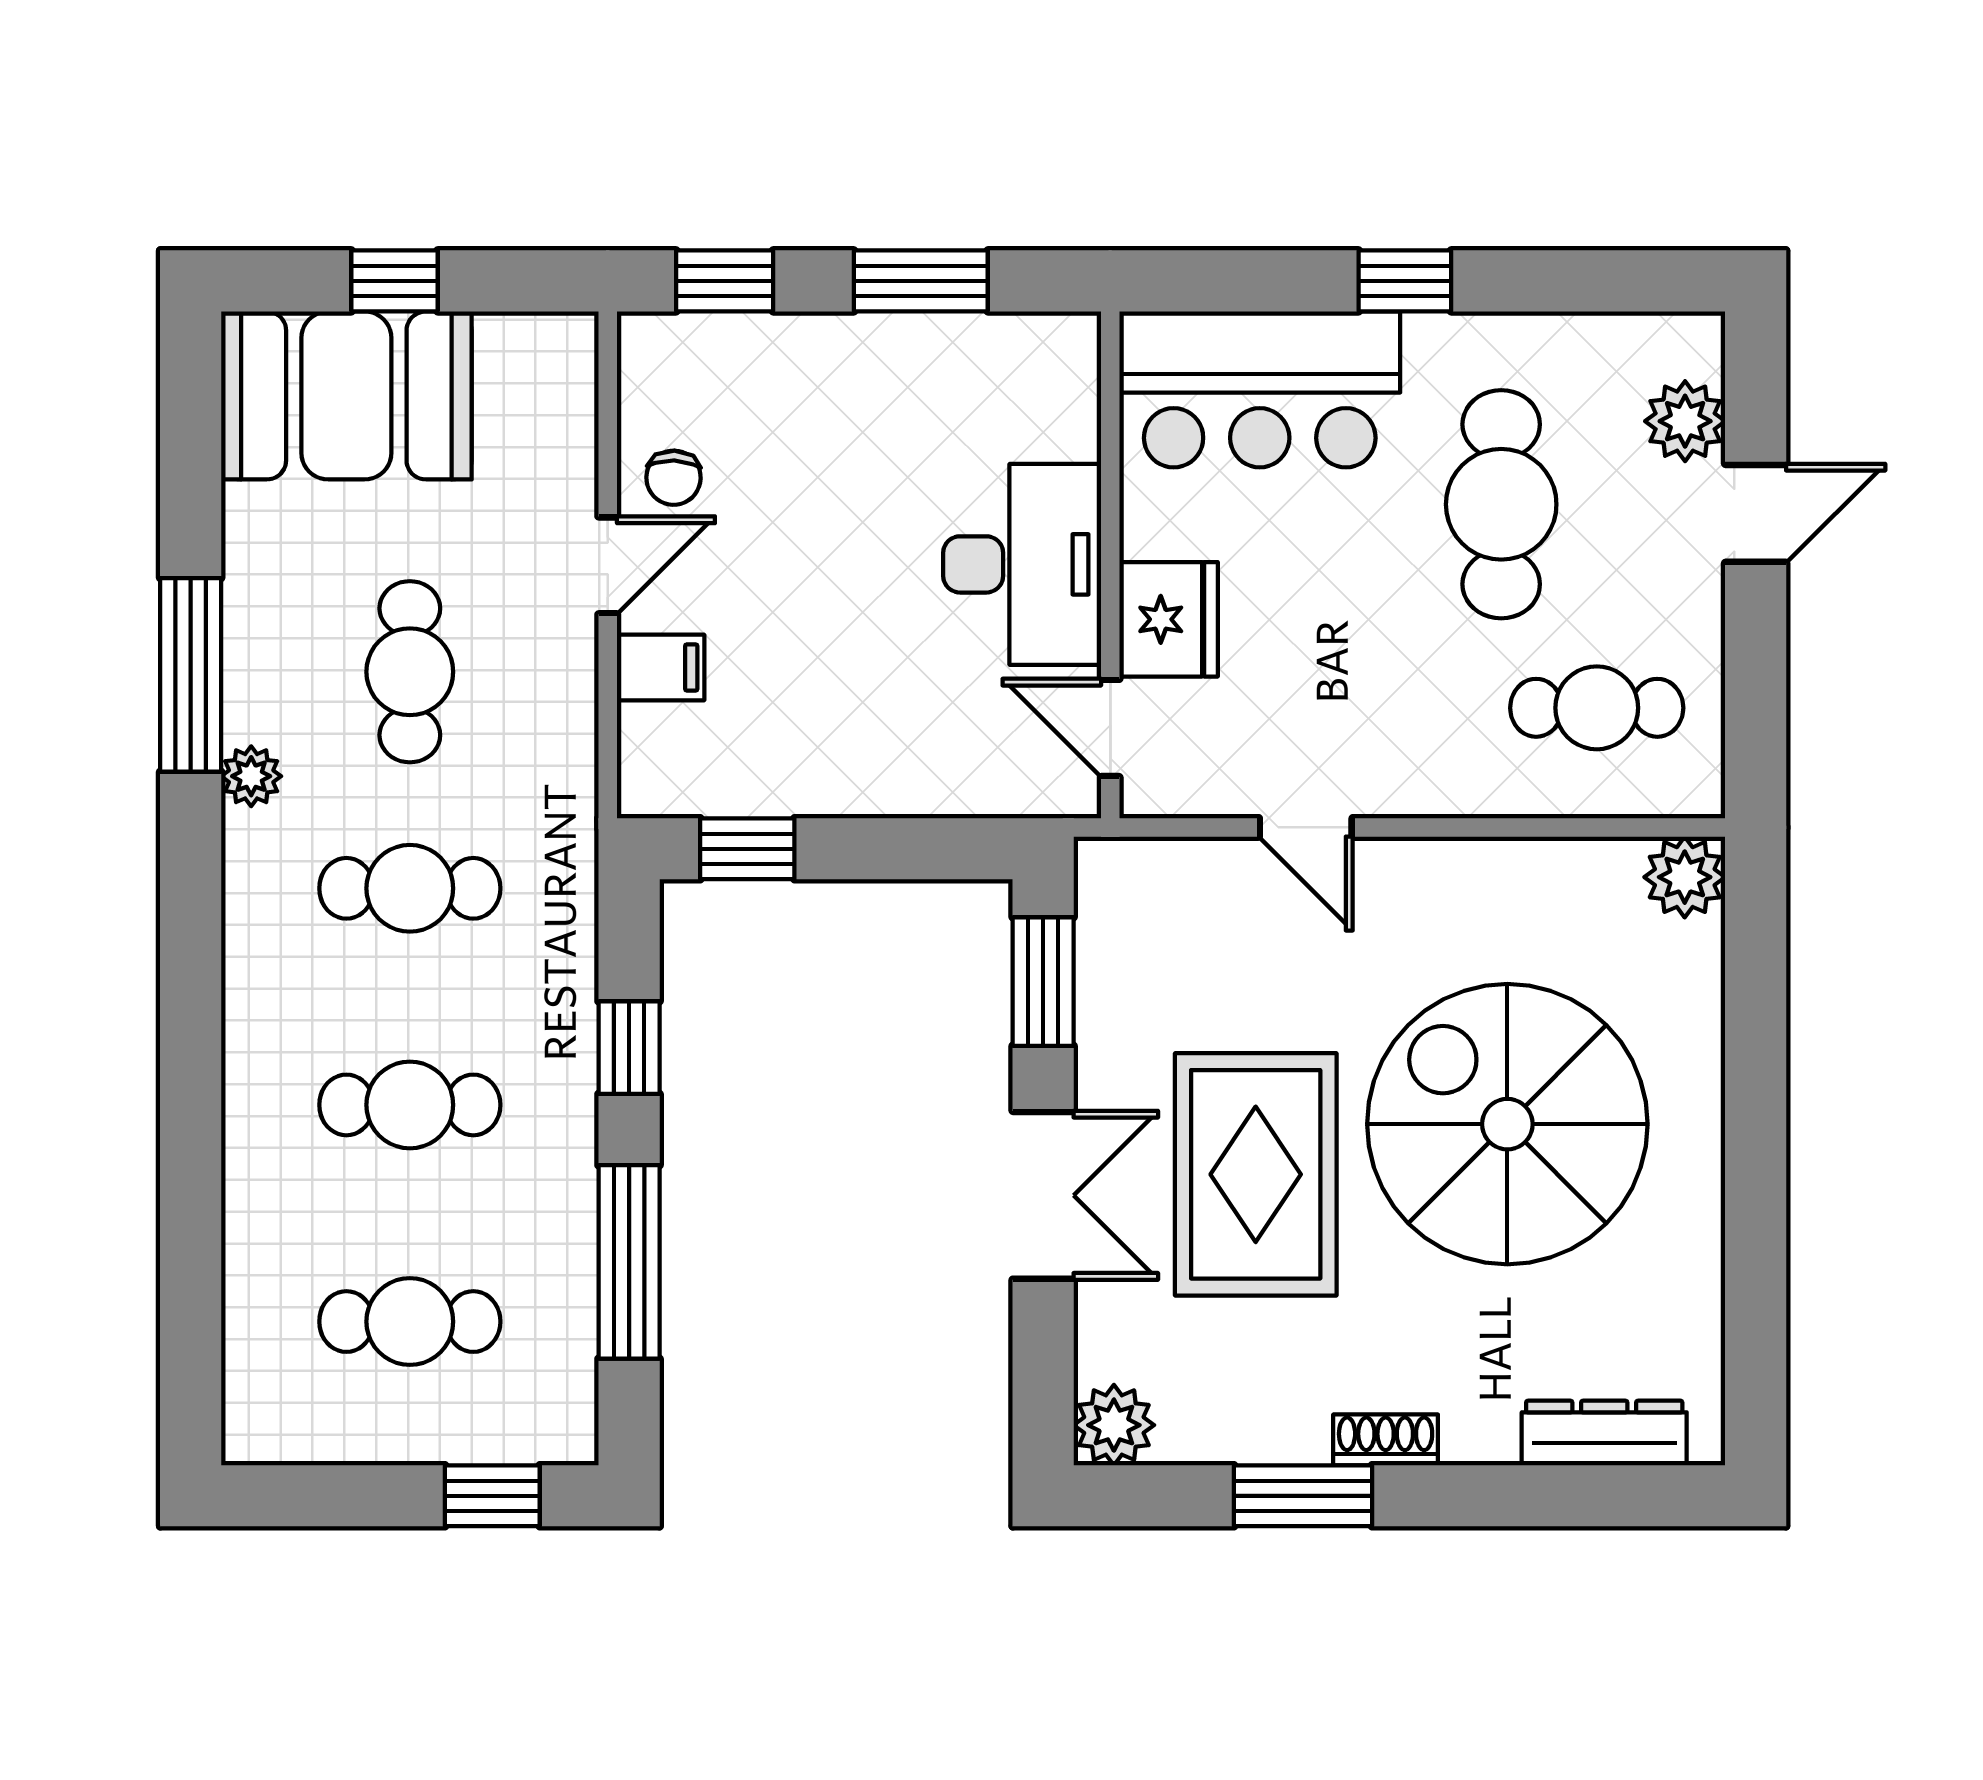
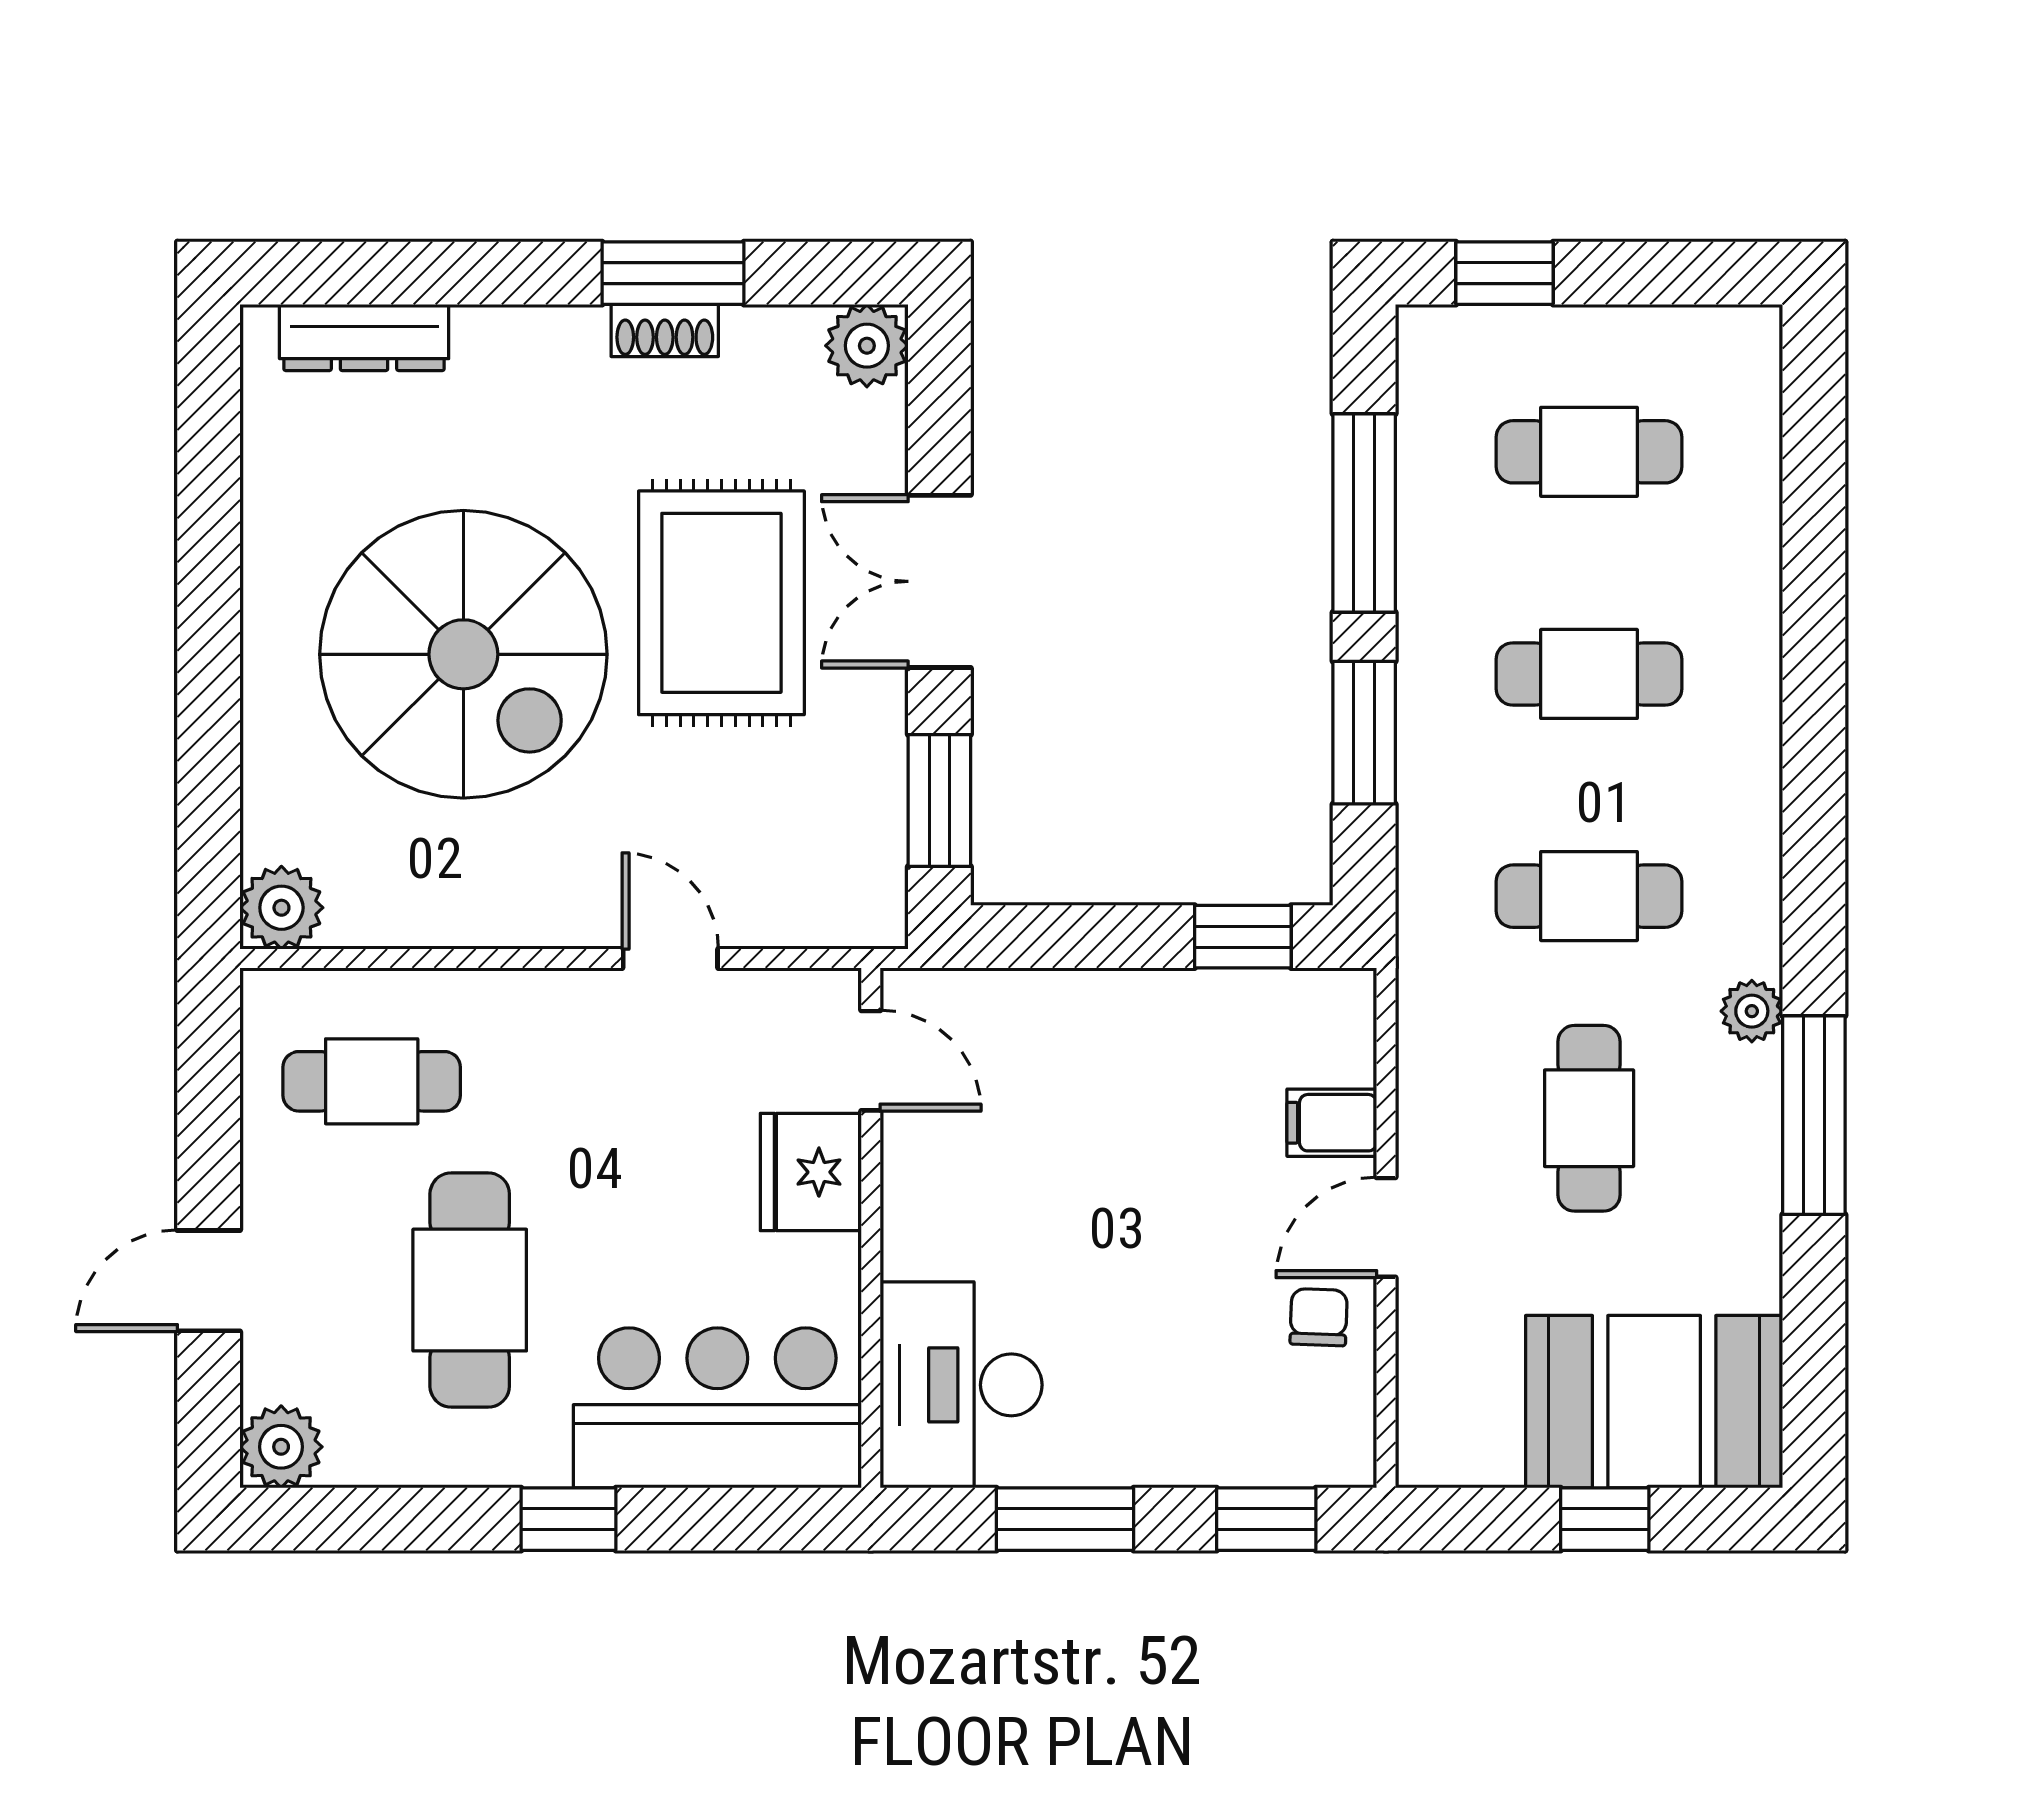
plant: (1685, 421) -> (281, 1447), moved
desk: (1022, 564) -> (961, 1385), moved
window: (629, 1048) -> (1364, 733), width x1.50
shoe rack: (1386, 1440) -> (665, 330), moved

